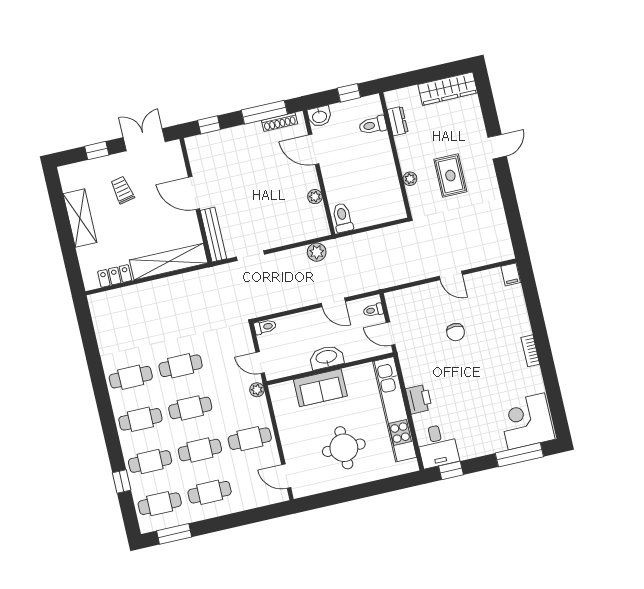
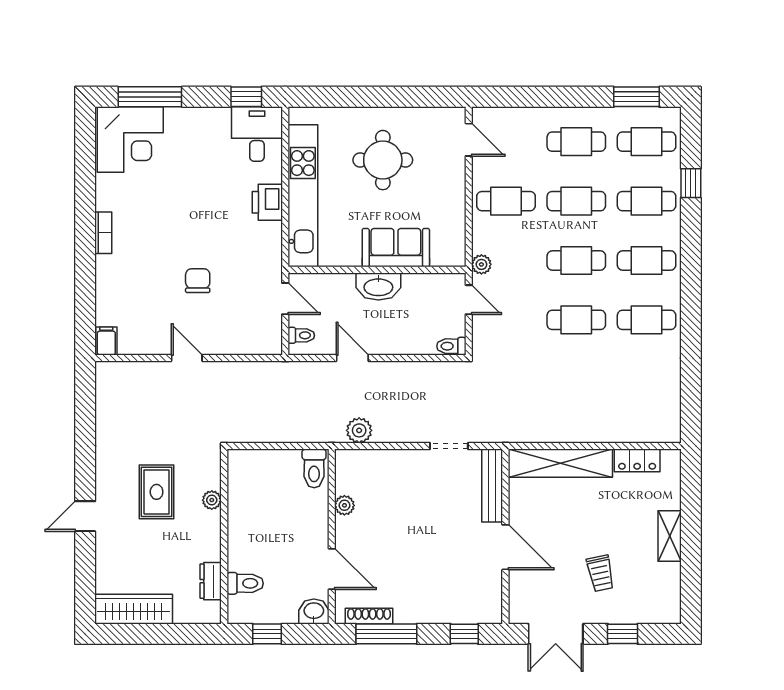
shelving: (80, 218) -> (670, 536), width x0.67, depth x0.75

